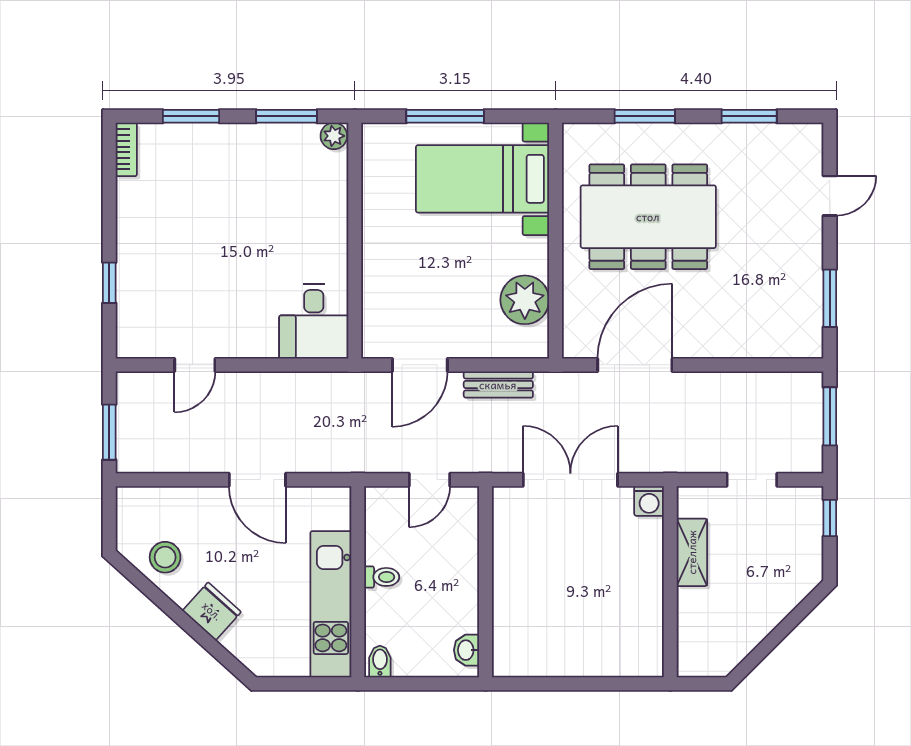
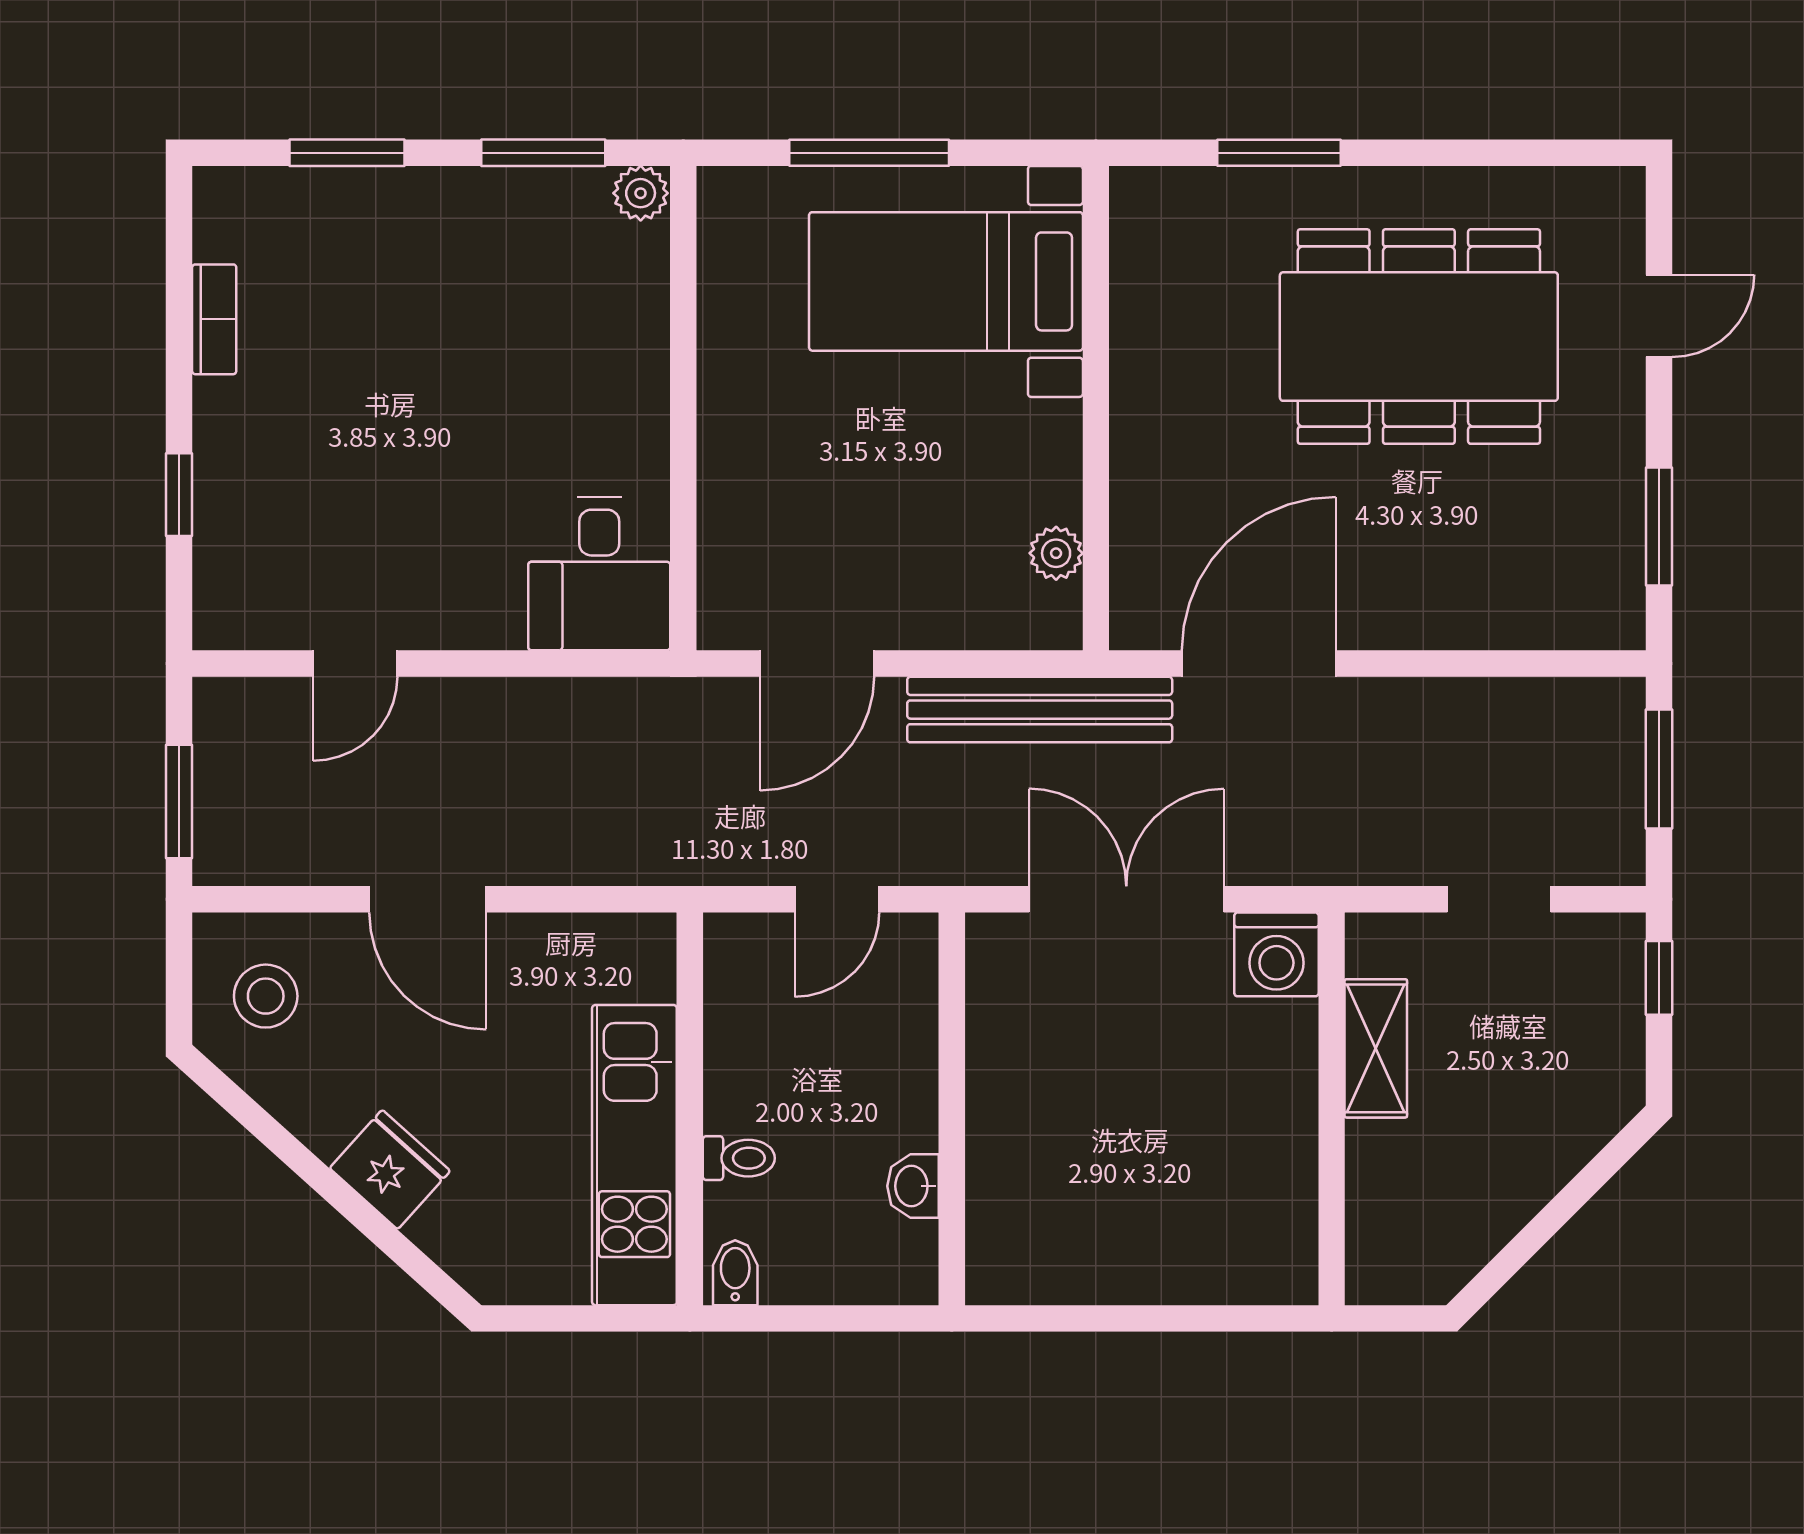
window: (749, 116) -> (1493, 153), removed
bookcase: (126, 149) -> (214, 319), moved
dining table: (648, 217) -> (1419, 337), moved
plant: (525, 300) -> (1056, 553), width x0.53, depth x0.53
bench: (498, 385) -> (1040, 710), width x1.86, depth x1.21
door: (257, 480) -> (428, 899), moved
washing machine: (649, 501) -> (1276, 954), width x1.38, depth x1.38
stool: (165, 557) -> (266, 996), moved
toilet: (382, 577) -> (739, 1158), moved
washbasin: (467, 650) -> (913, 1186), moved

